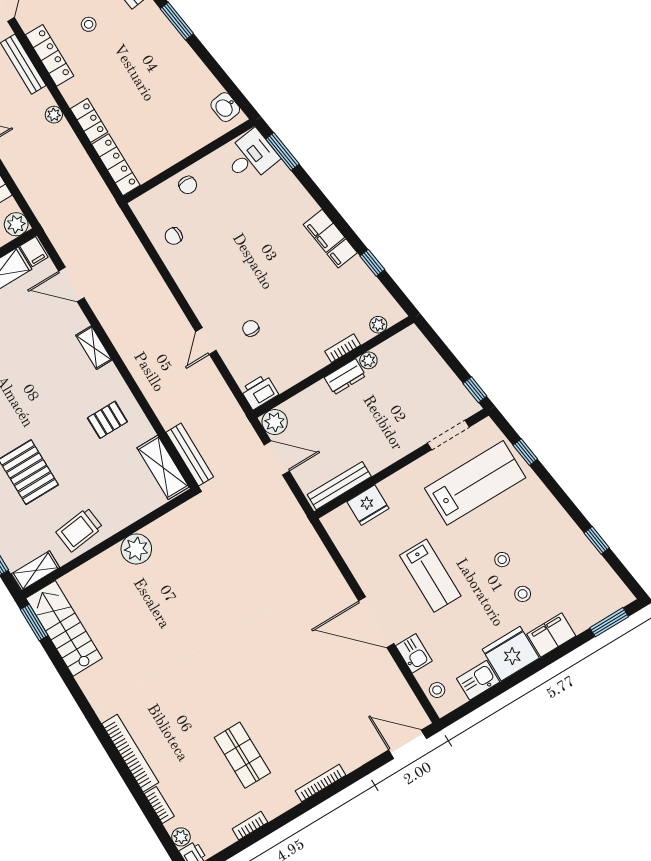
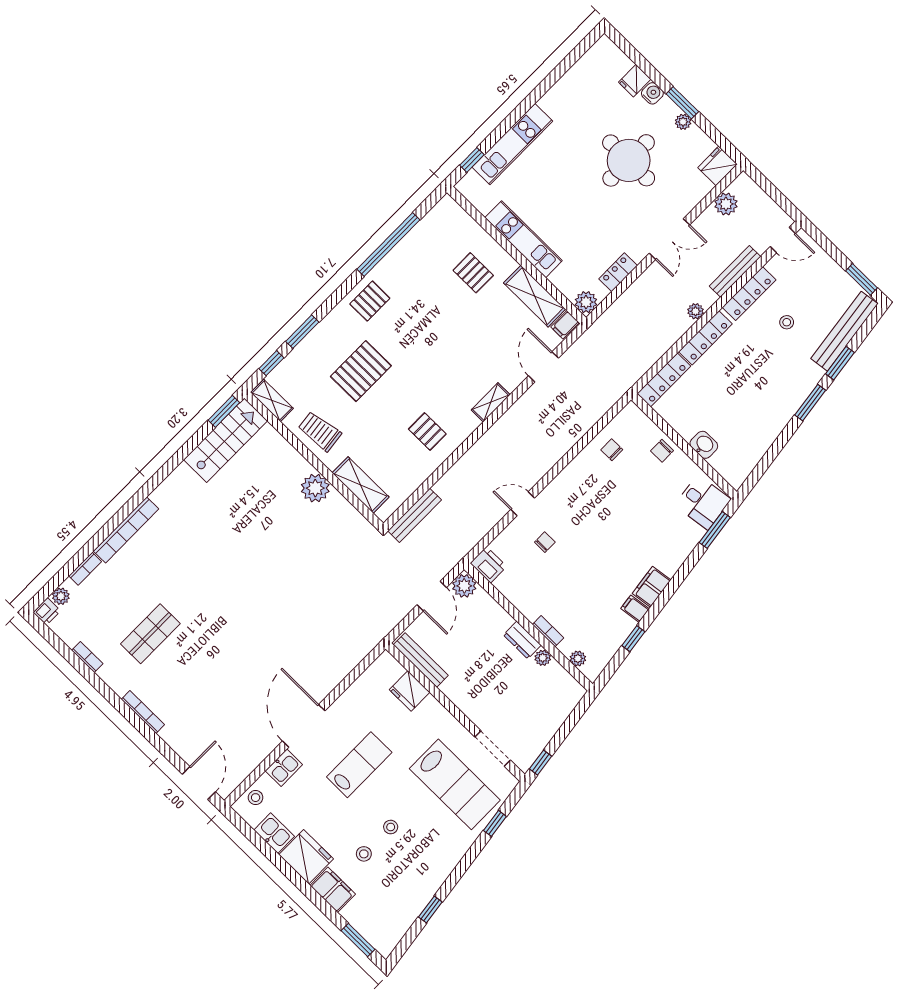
washbasin: (225, 107) -> (704, 445), moved, turned 98
locker: (89, 120) -> (705, 338), width x1.53
shelving: (163, 467) -> (361, 485), moved, turned 90
lab bench: (430, 576) -> (359, 765), turned 180

